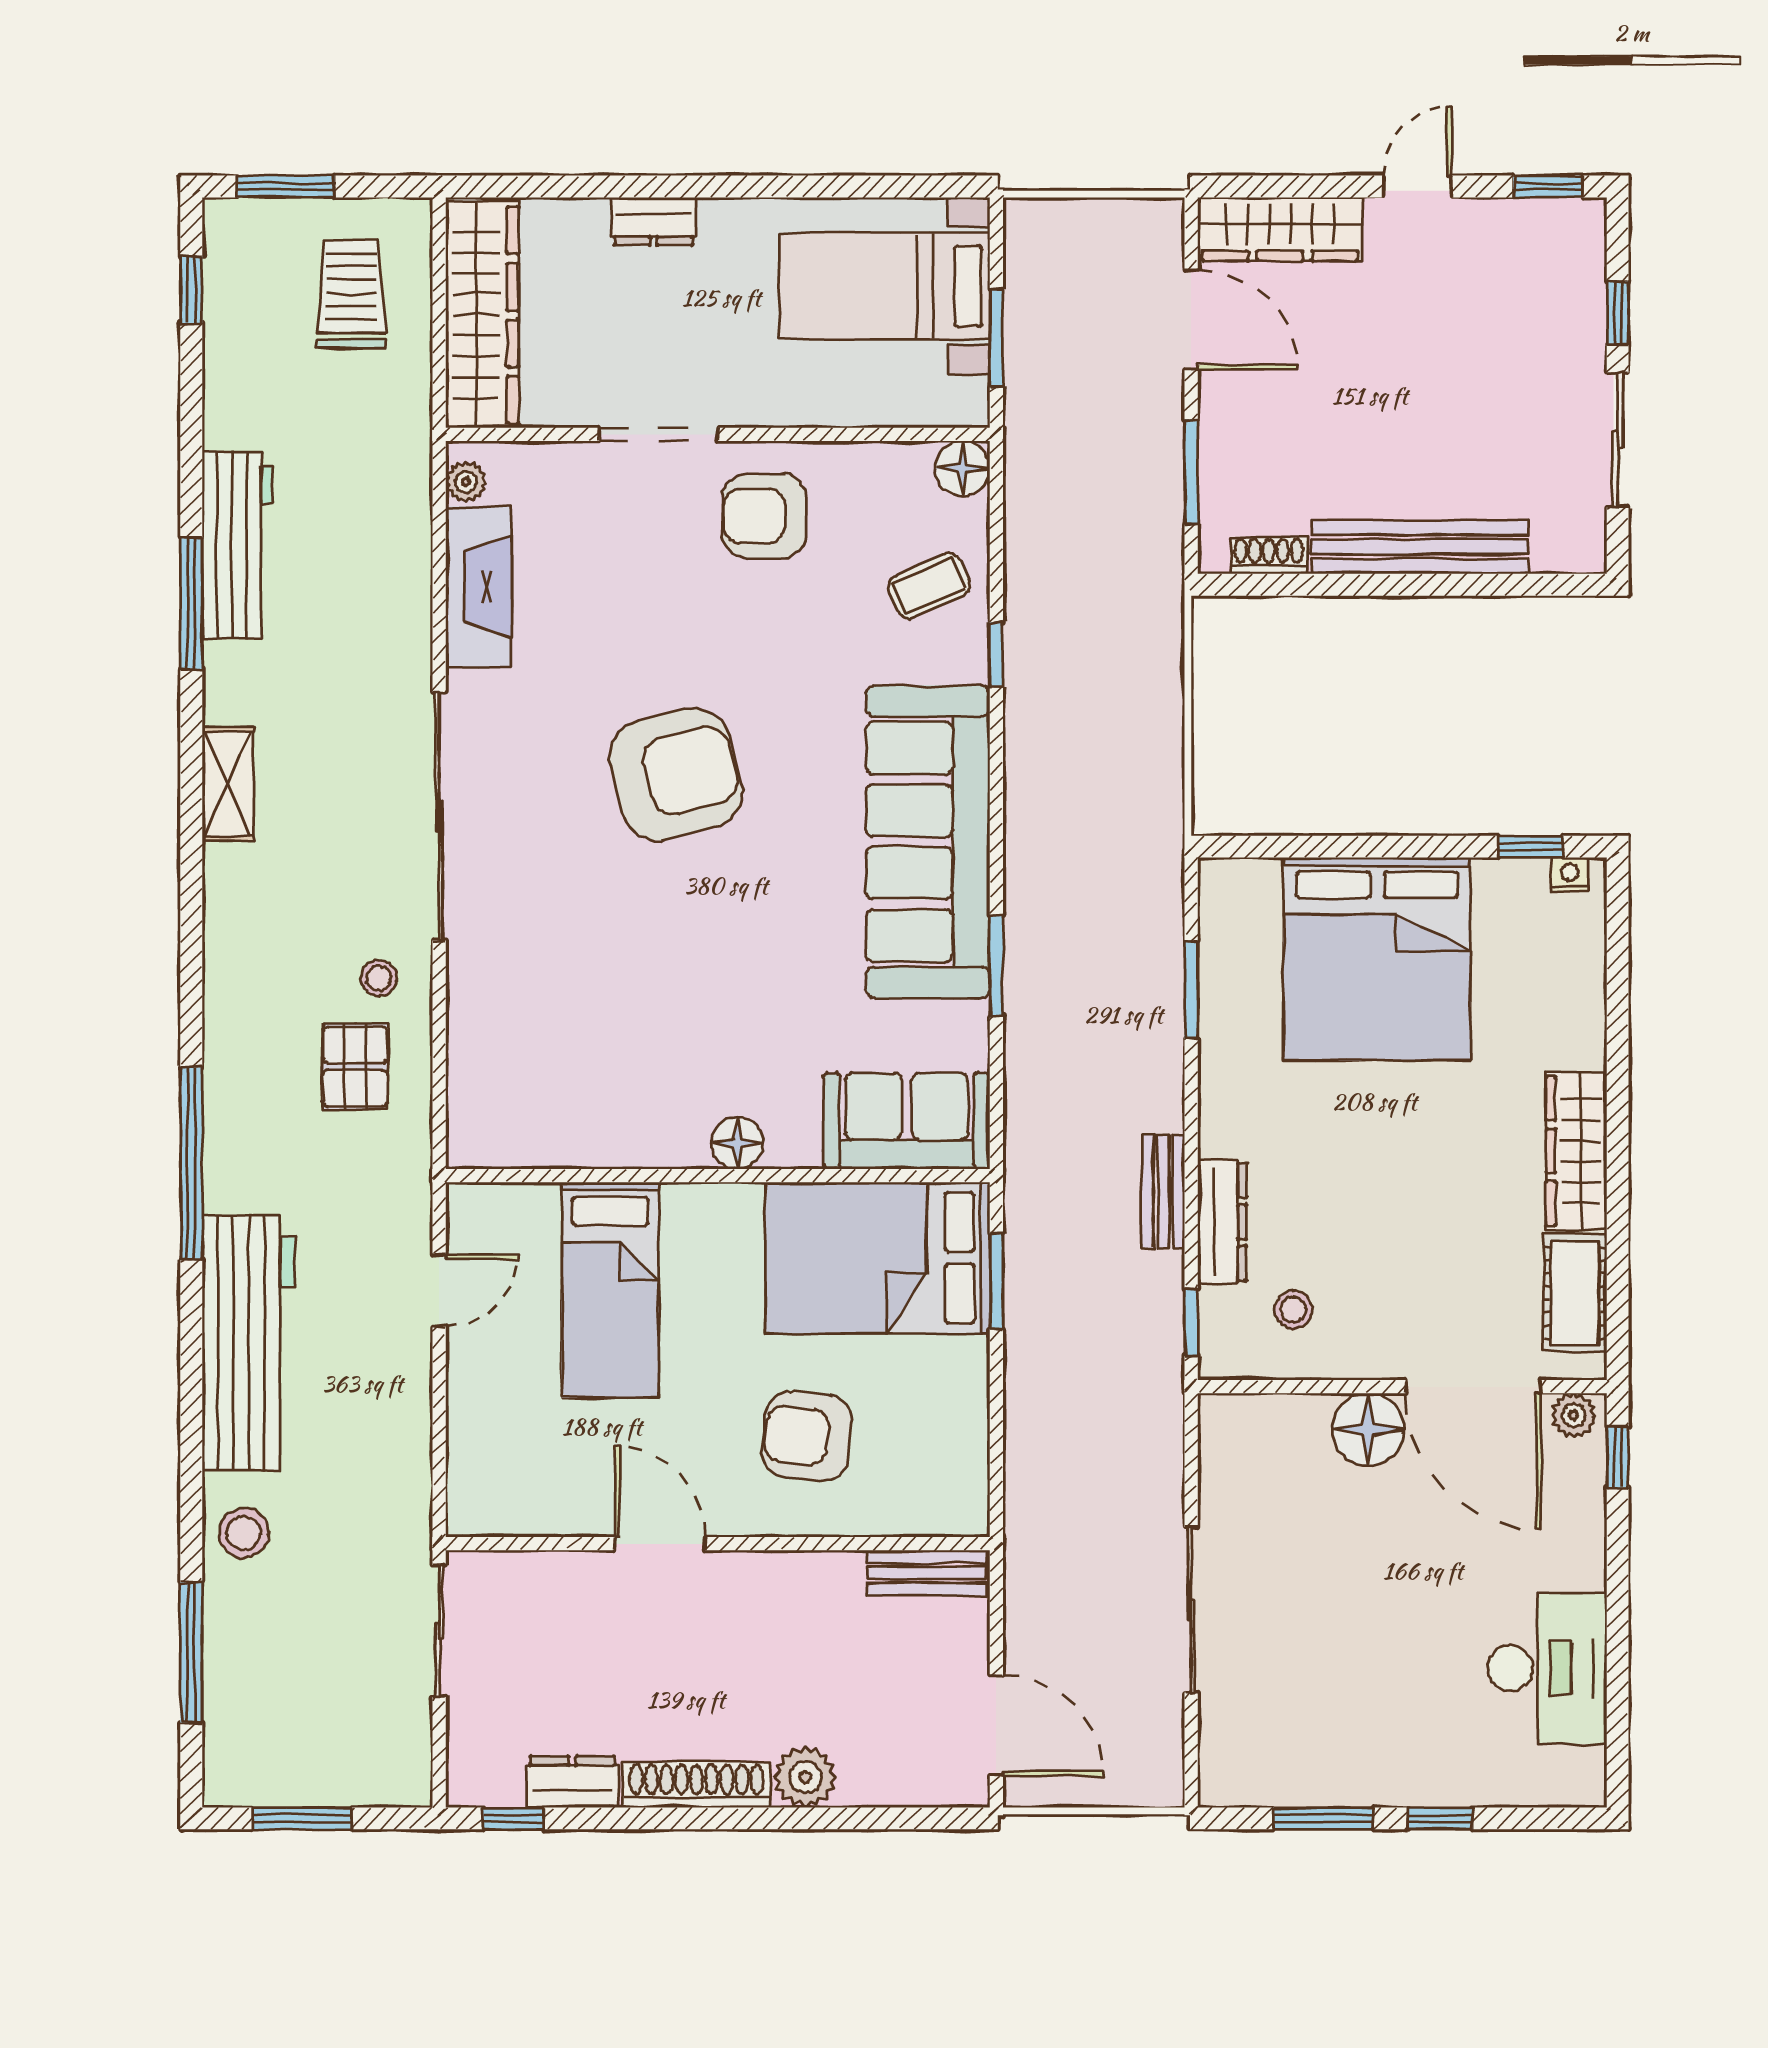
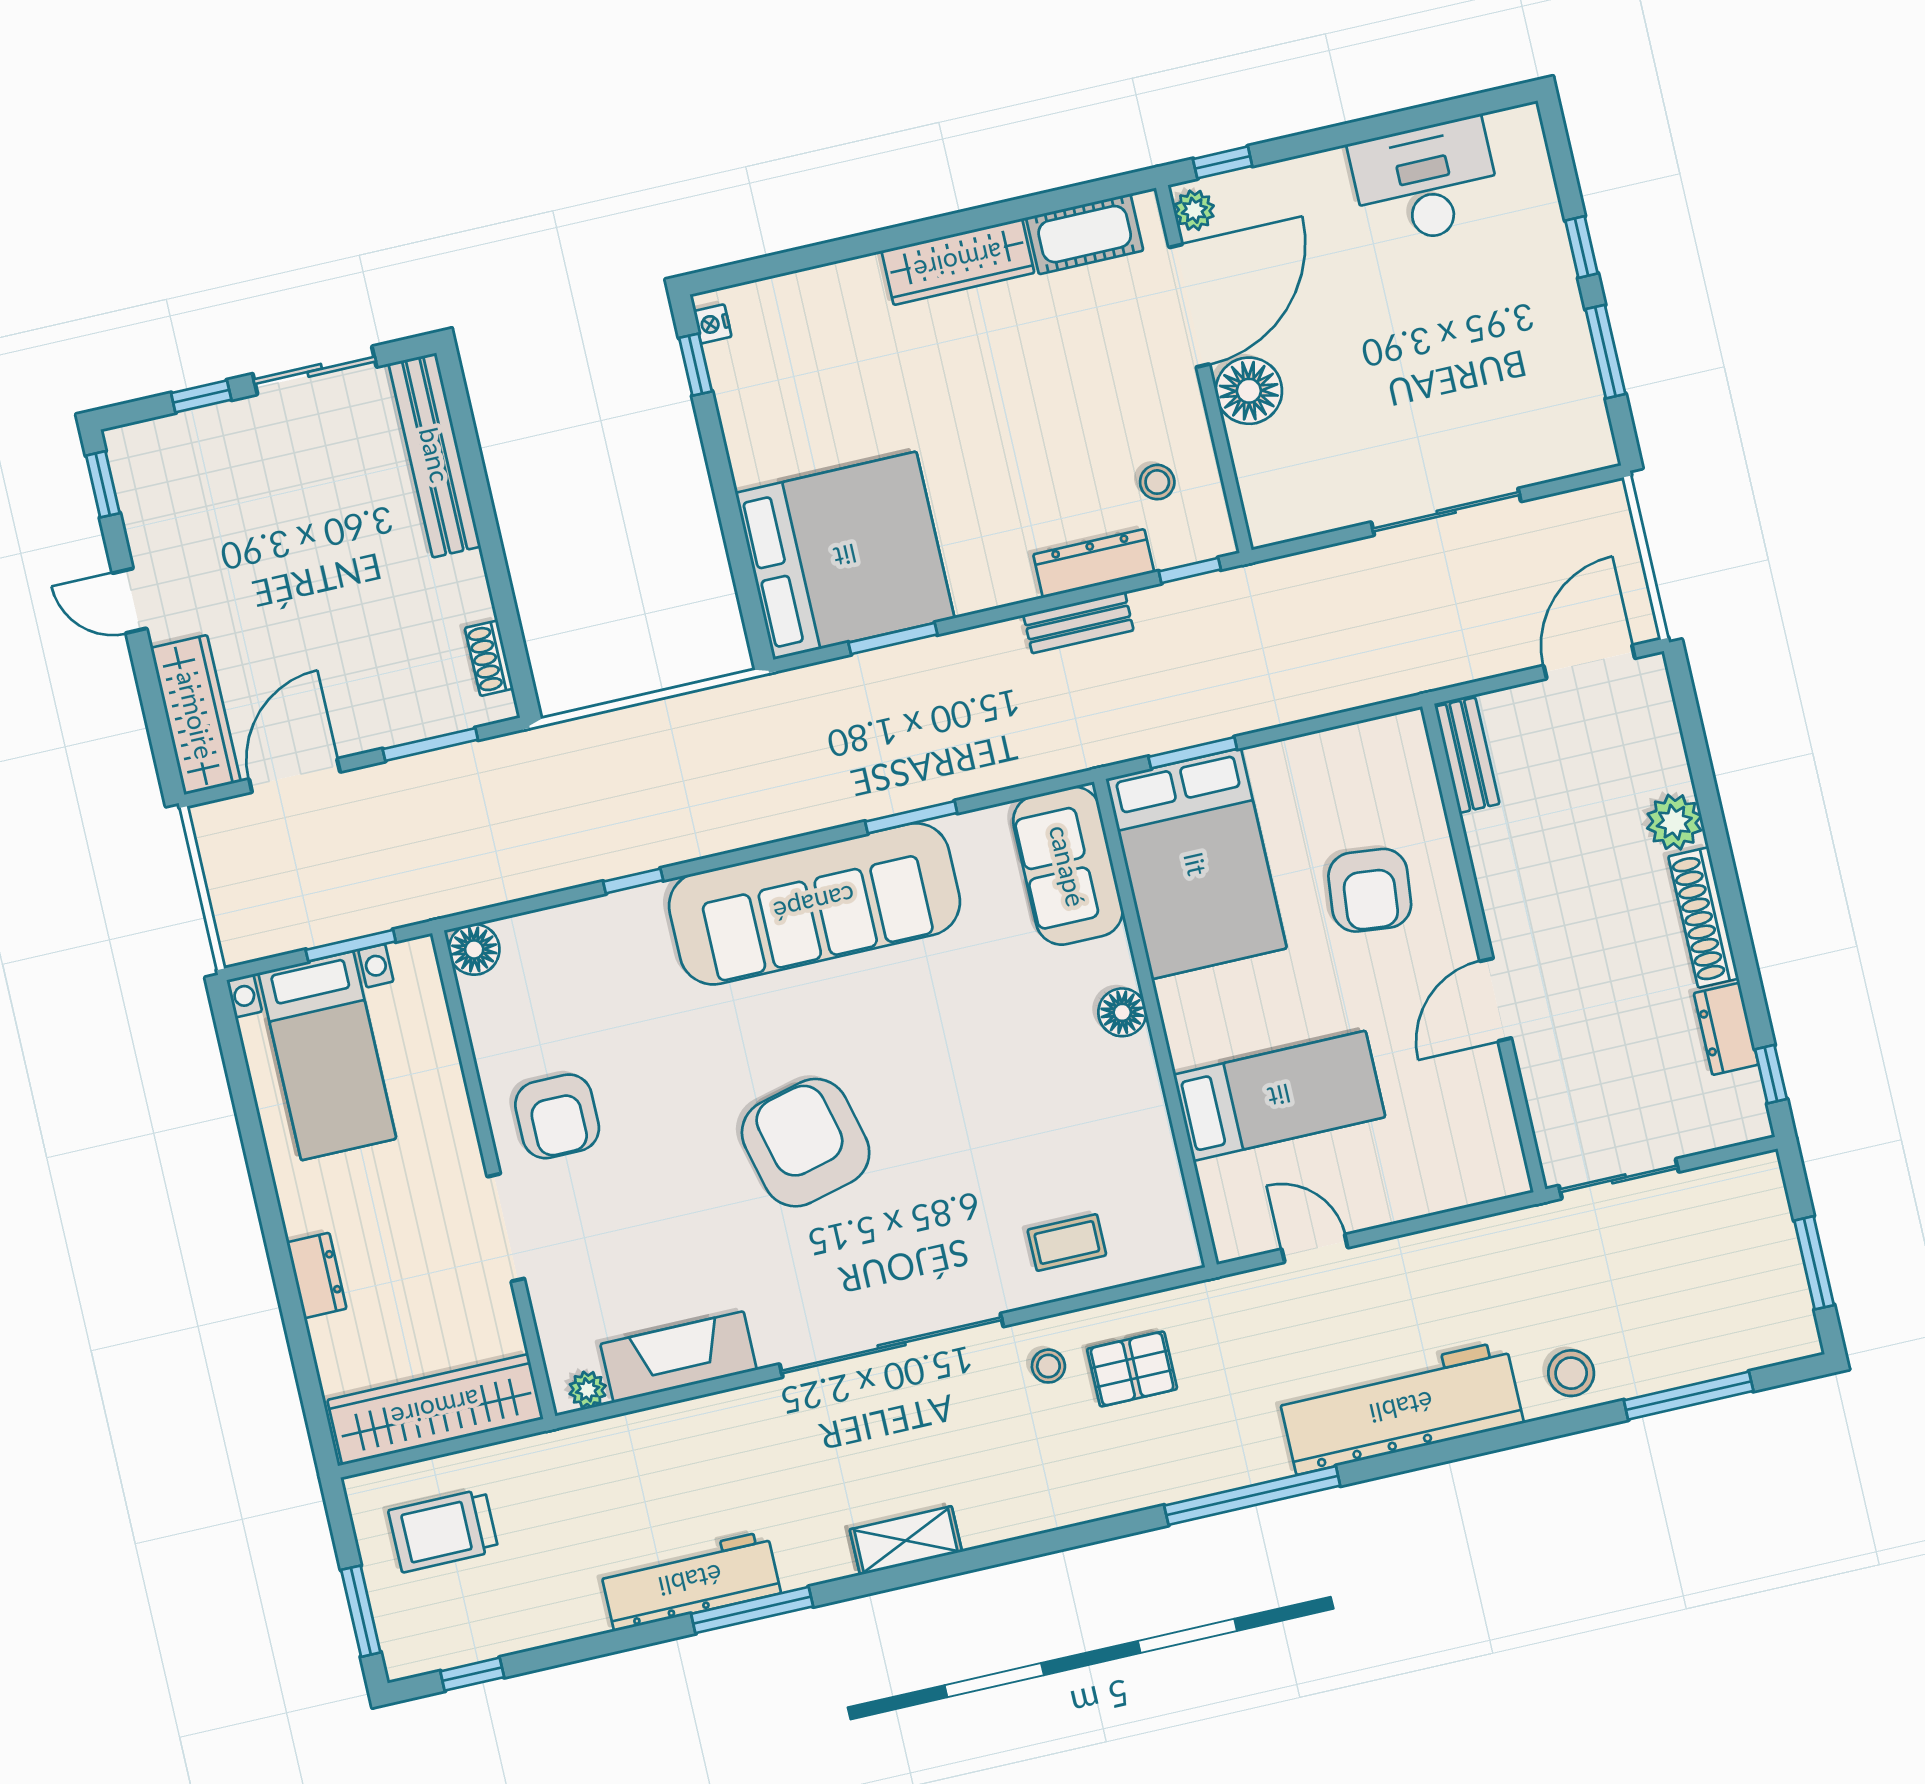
bench: (1420, 547) -> (435, 455), moved
coffee table: (929, 586) -> (1067, 1243), moved, turned -66
bed: (1377, 959) -> (845, 556), moved

